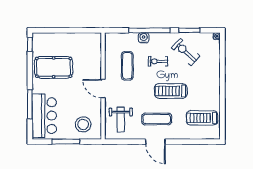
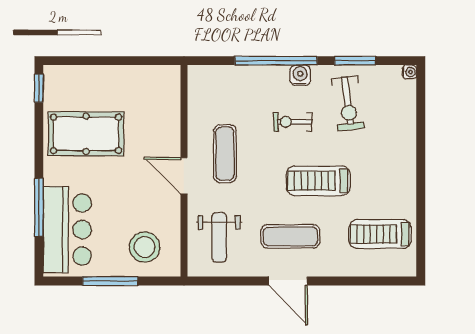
water cooler: (144, 38) -> (300, 75), moved
exercise bike: (186, 52) -> (348, 103), turned -140
exercise mat: (127, 66) -> (225, 154), moved

